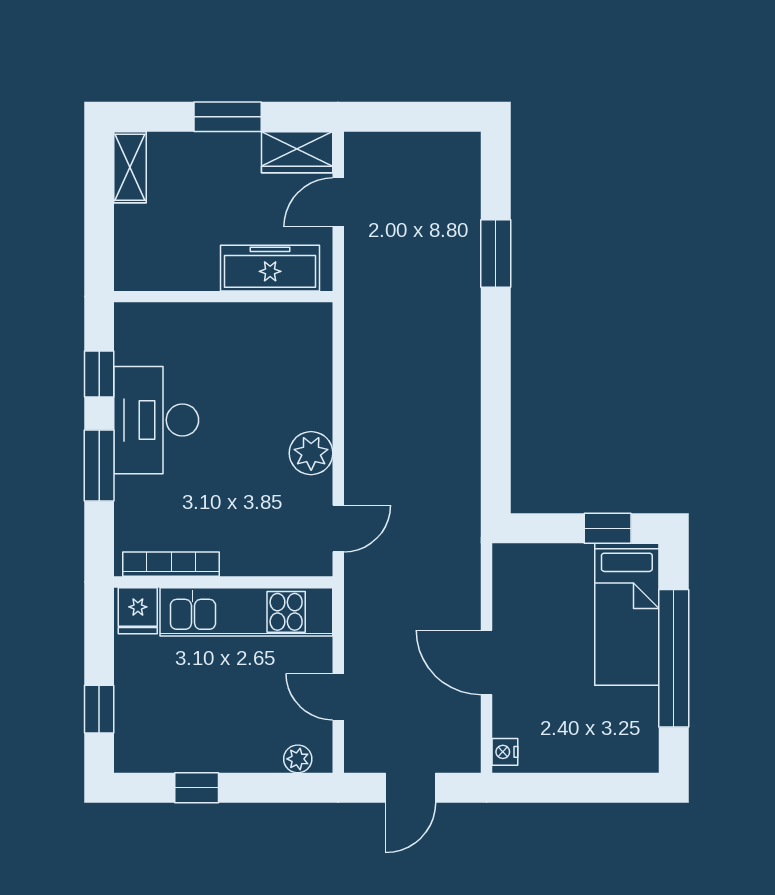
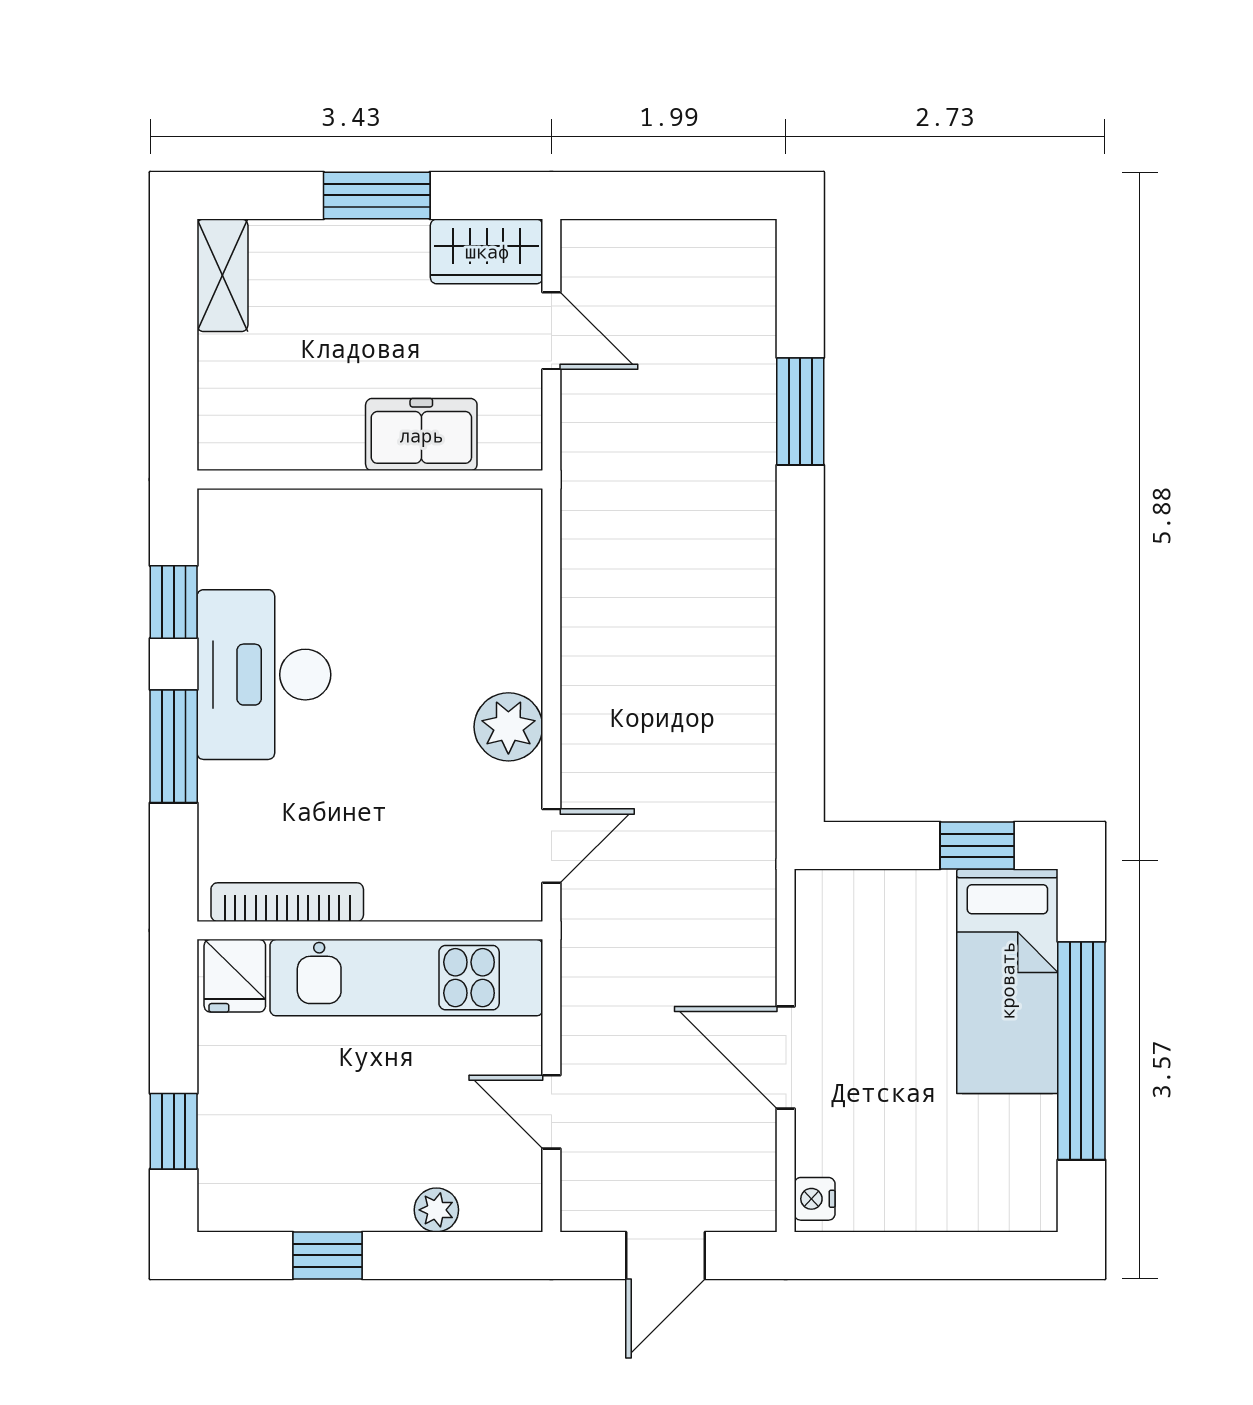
door: (338, 202) -> (551, 331), swing flipped
freezer: (270, 268) -> (421, 435), width x0.71
plant: (298, 759) -> (436, 1210), moved

